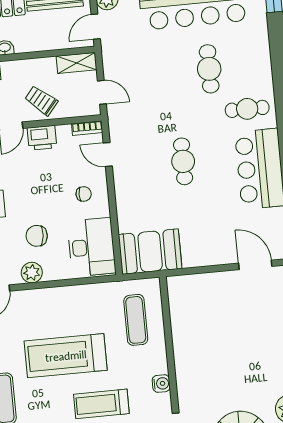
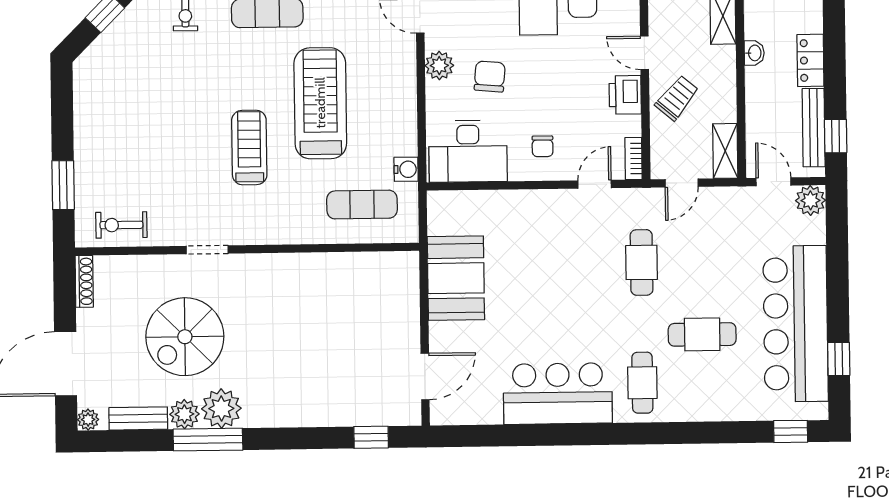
cafe table: (183, 161) -> (642, 262), moved, turned 90
booth: (150, 252) -> (456, 278), moved
water cooler: (161, 384) -> (406, 169), moved, turned -90

